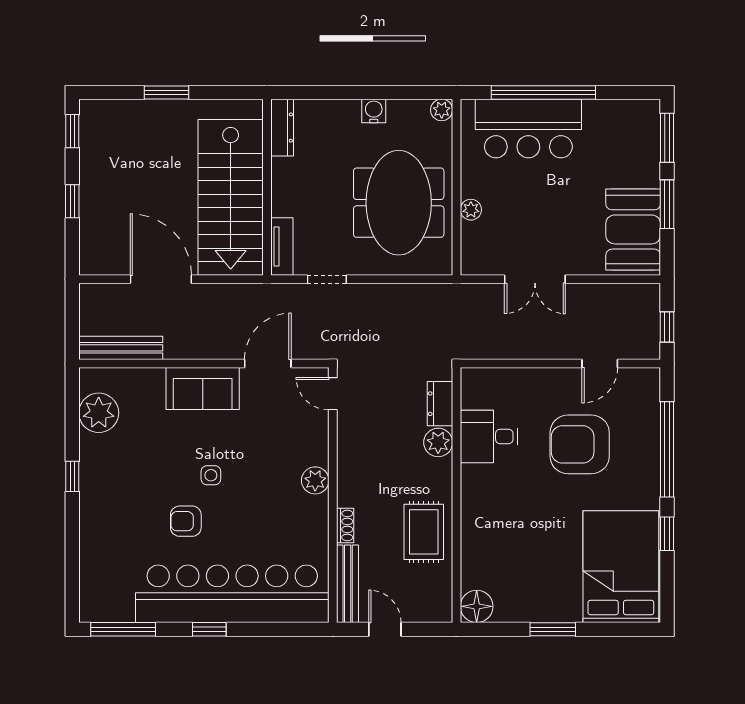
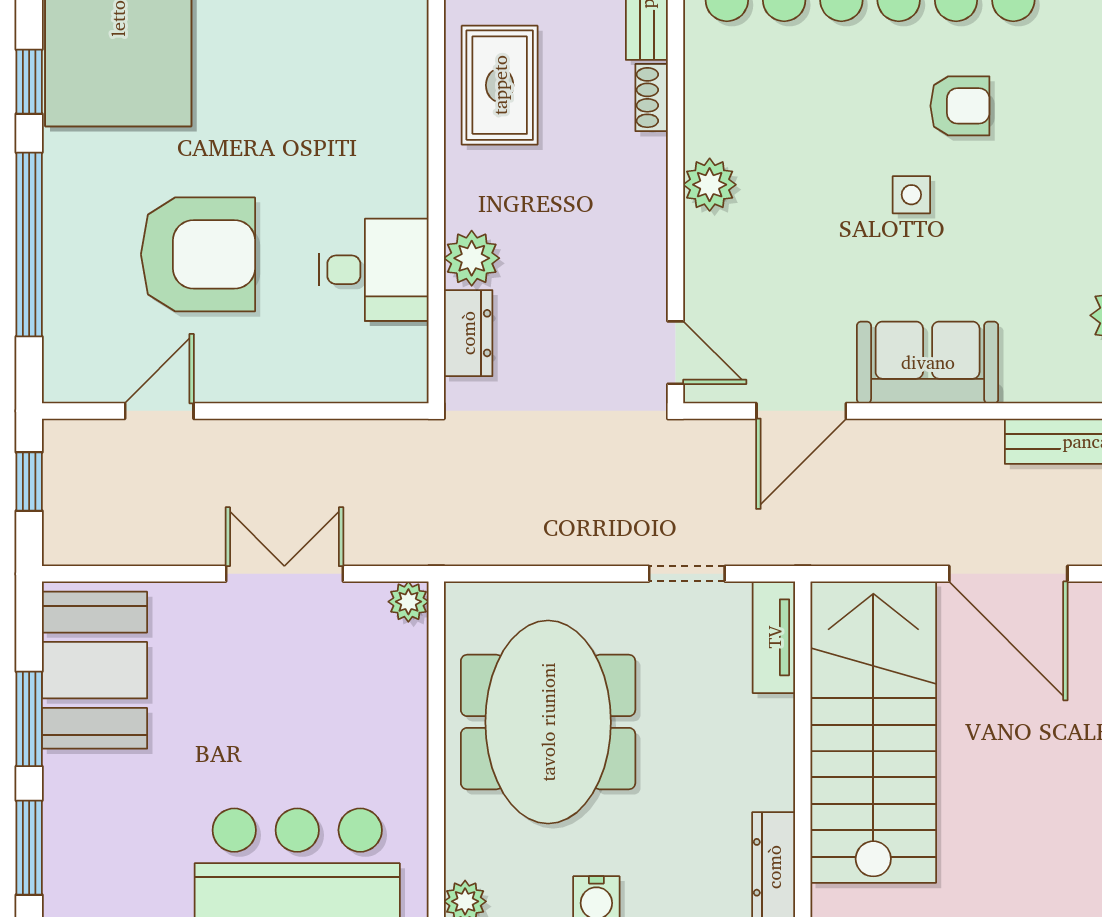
plant: (471, 210) -> (408, 602), moved

